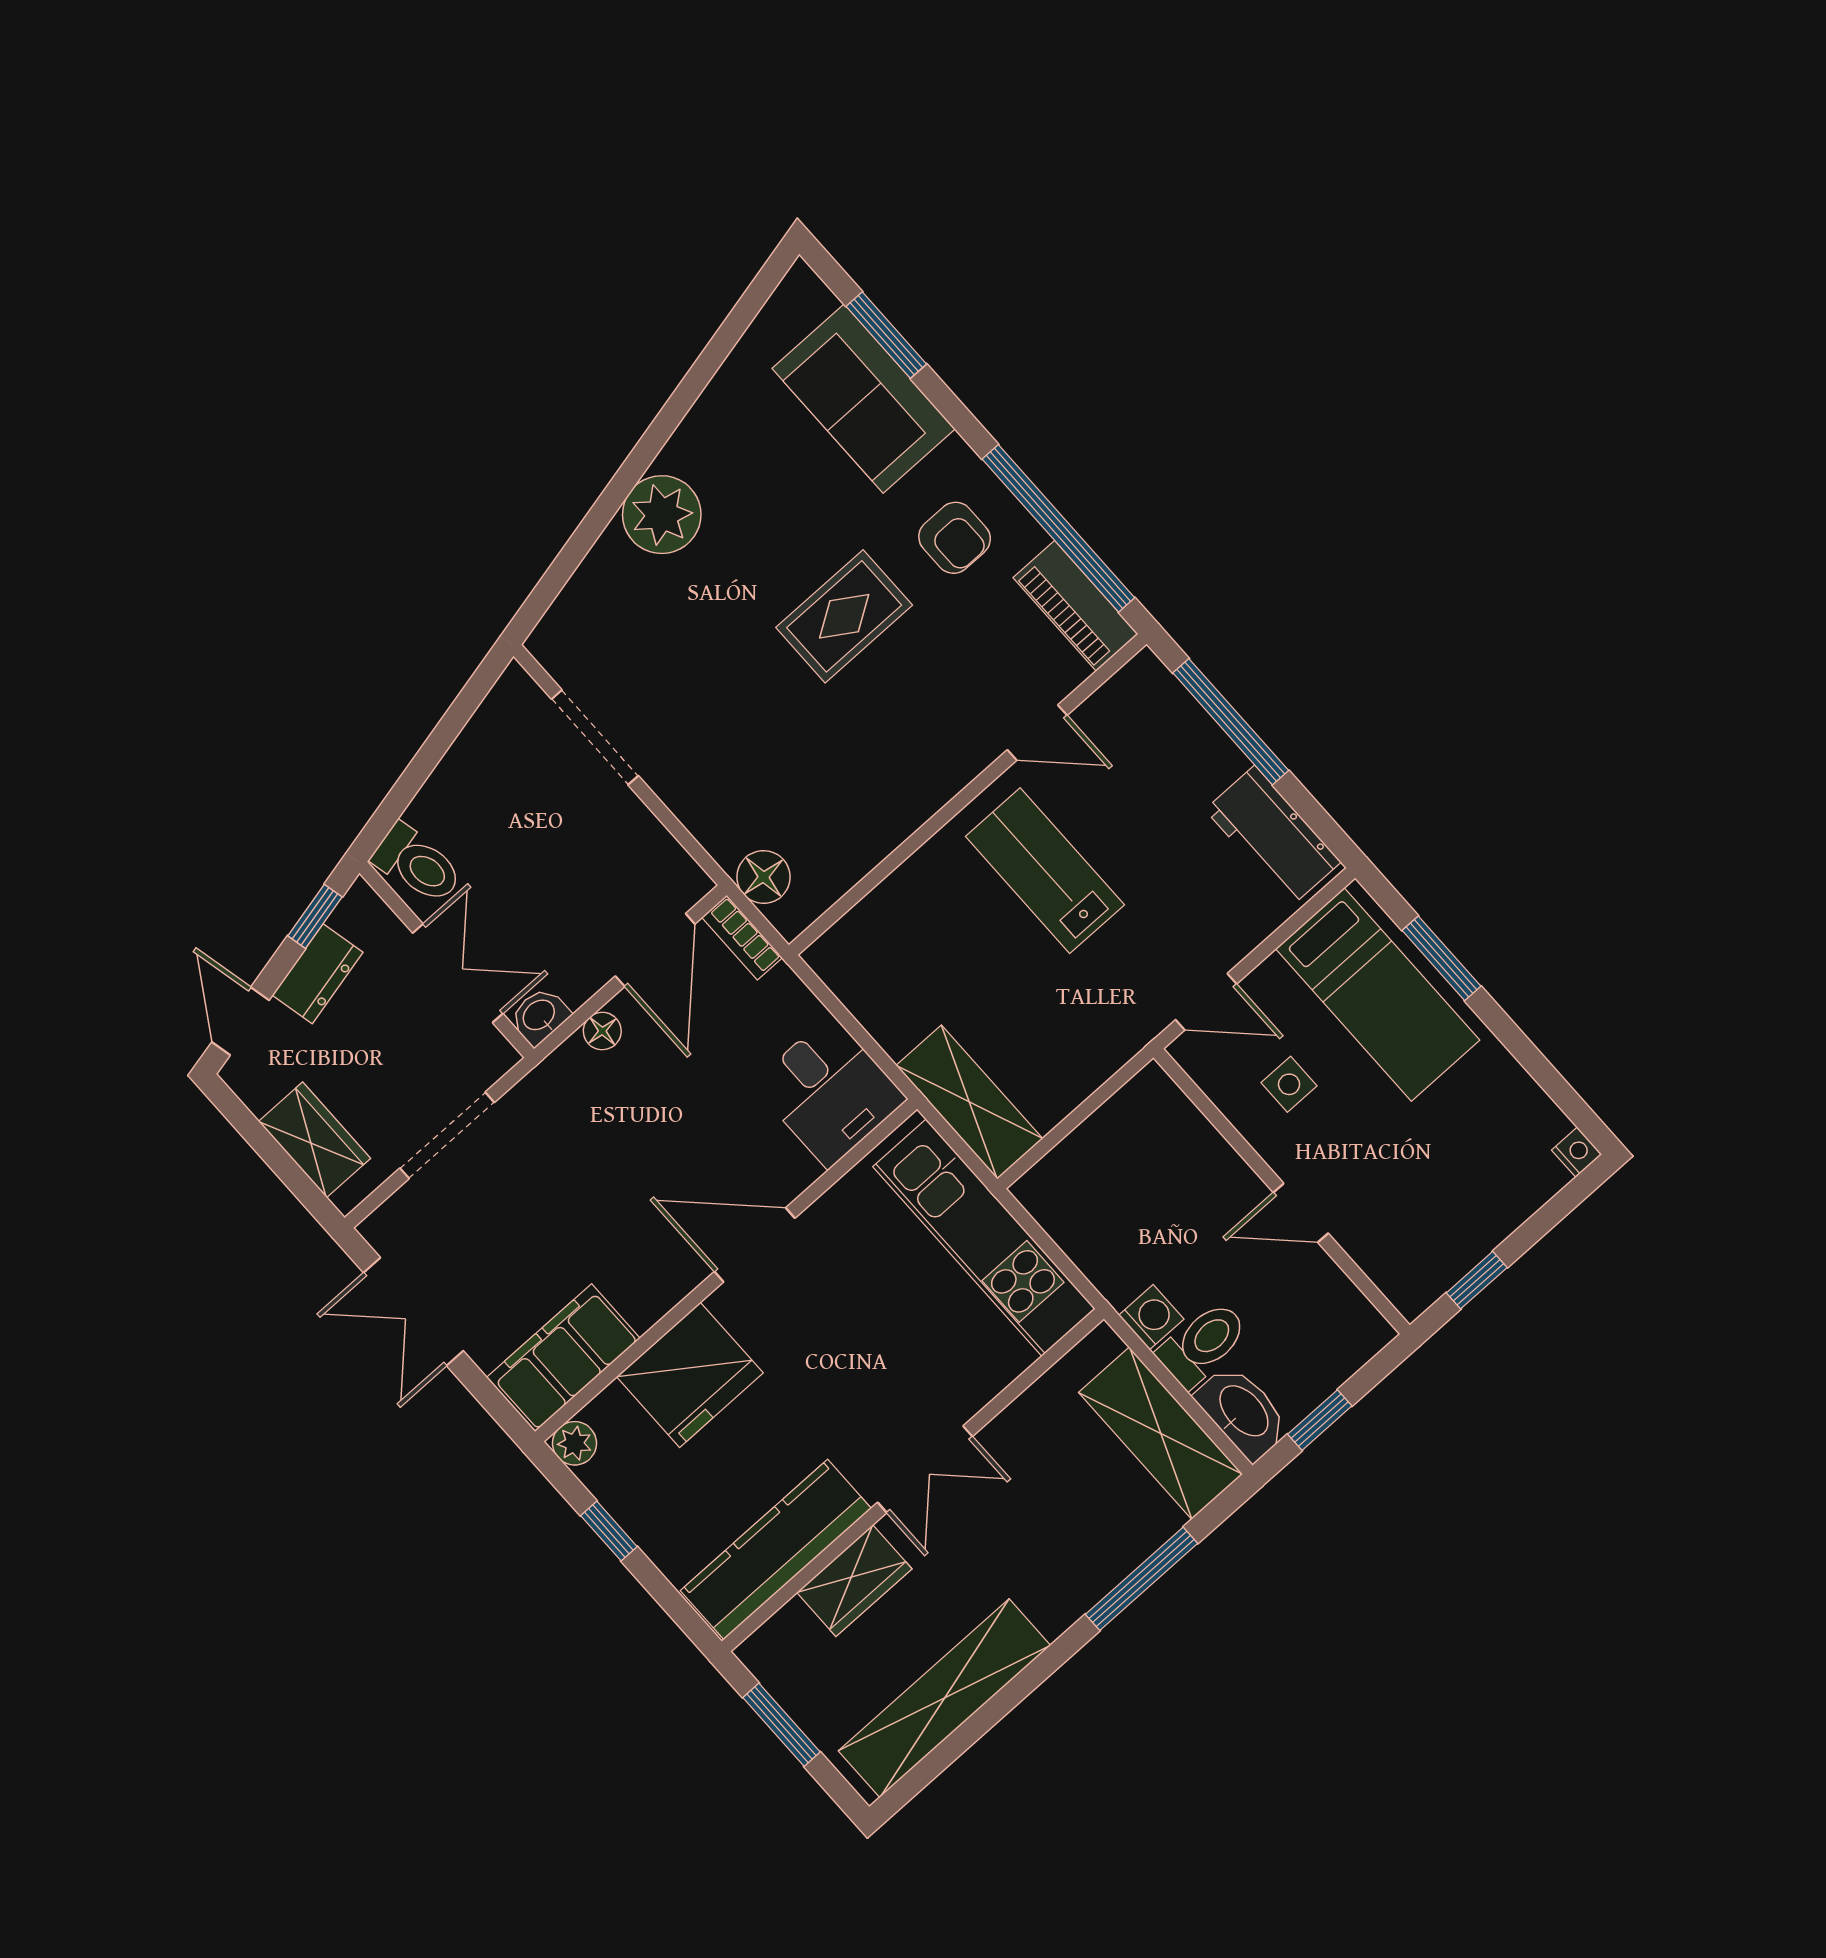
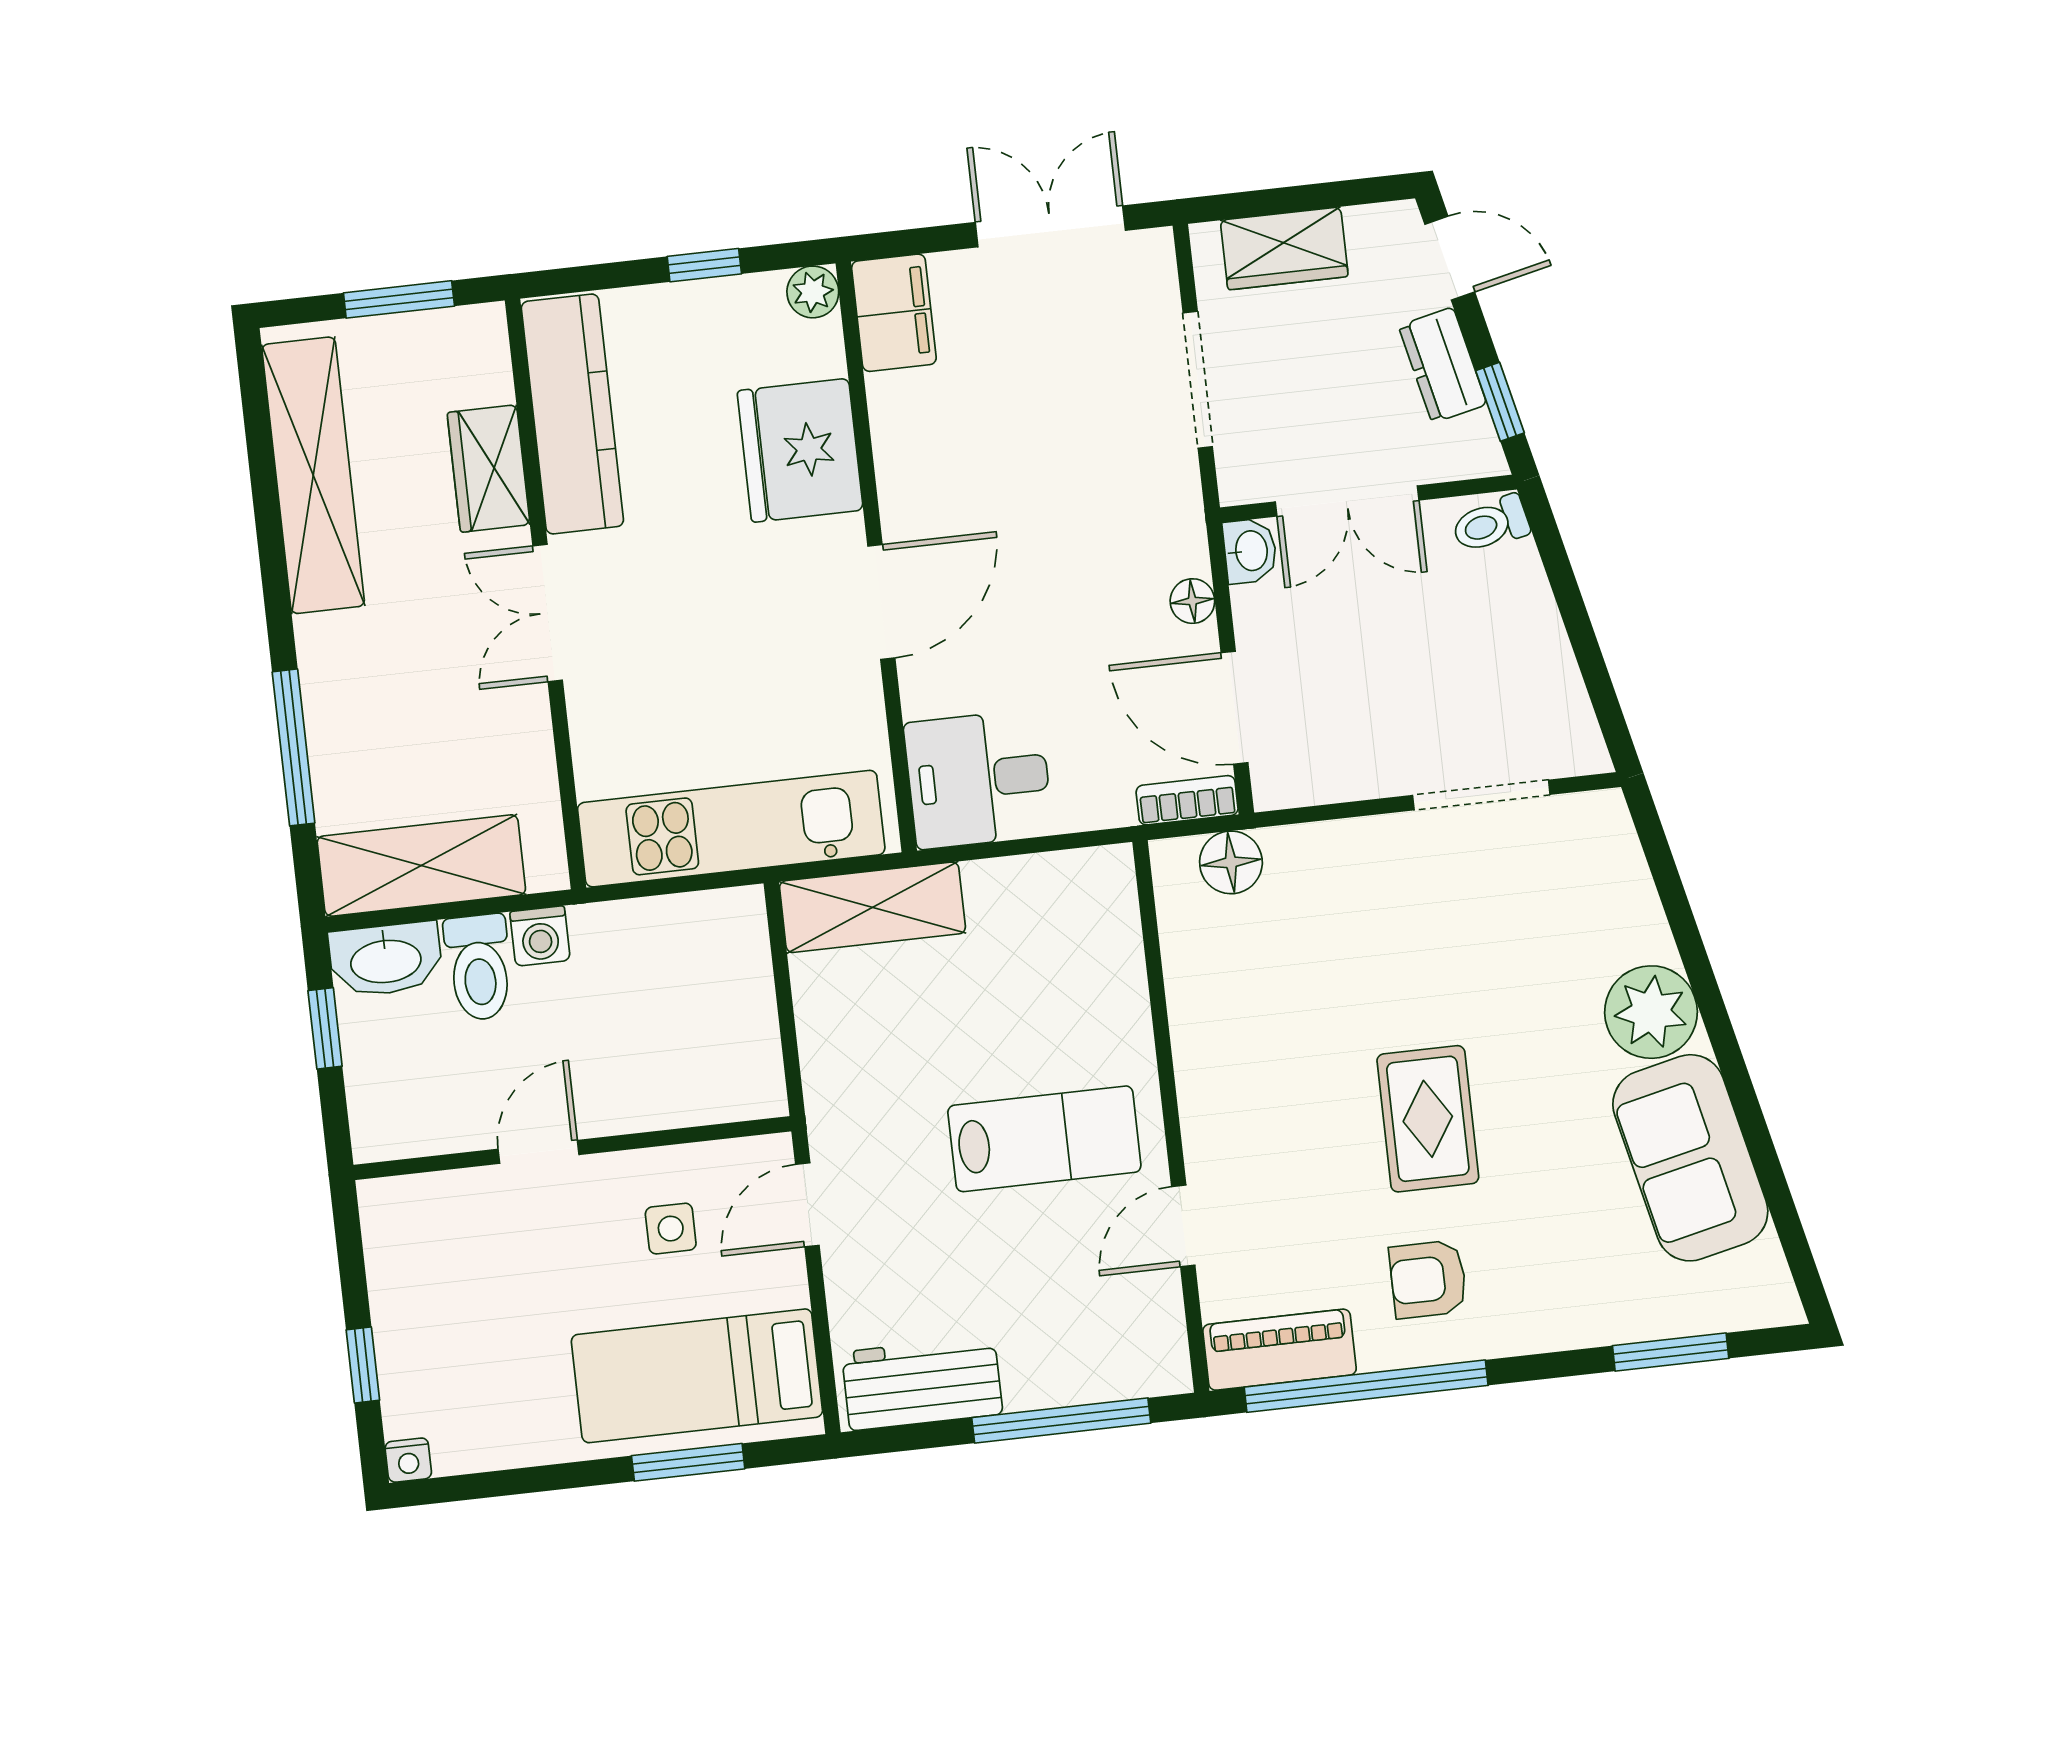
sofa: (864, 399) -> (1690, 1158), moved, turned -103
toilet: (418, 864) -> (1491, 524), width x0.73, depth x0.72
window: (1477, 1280) -> (363, 1365), moved
filing cabinet: (563, 1358) -> (894, 313), width x0.67, depth x0.86

